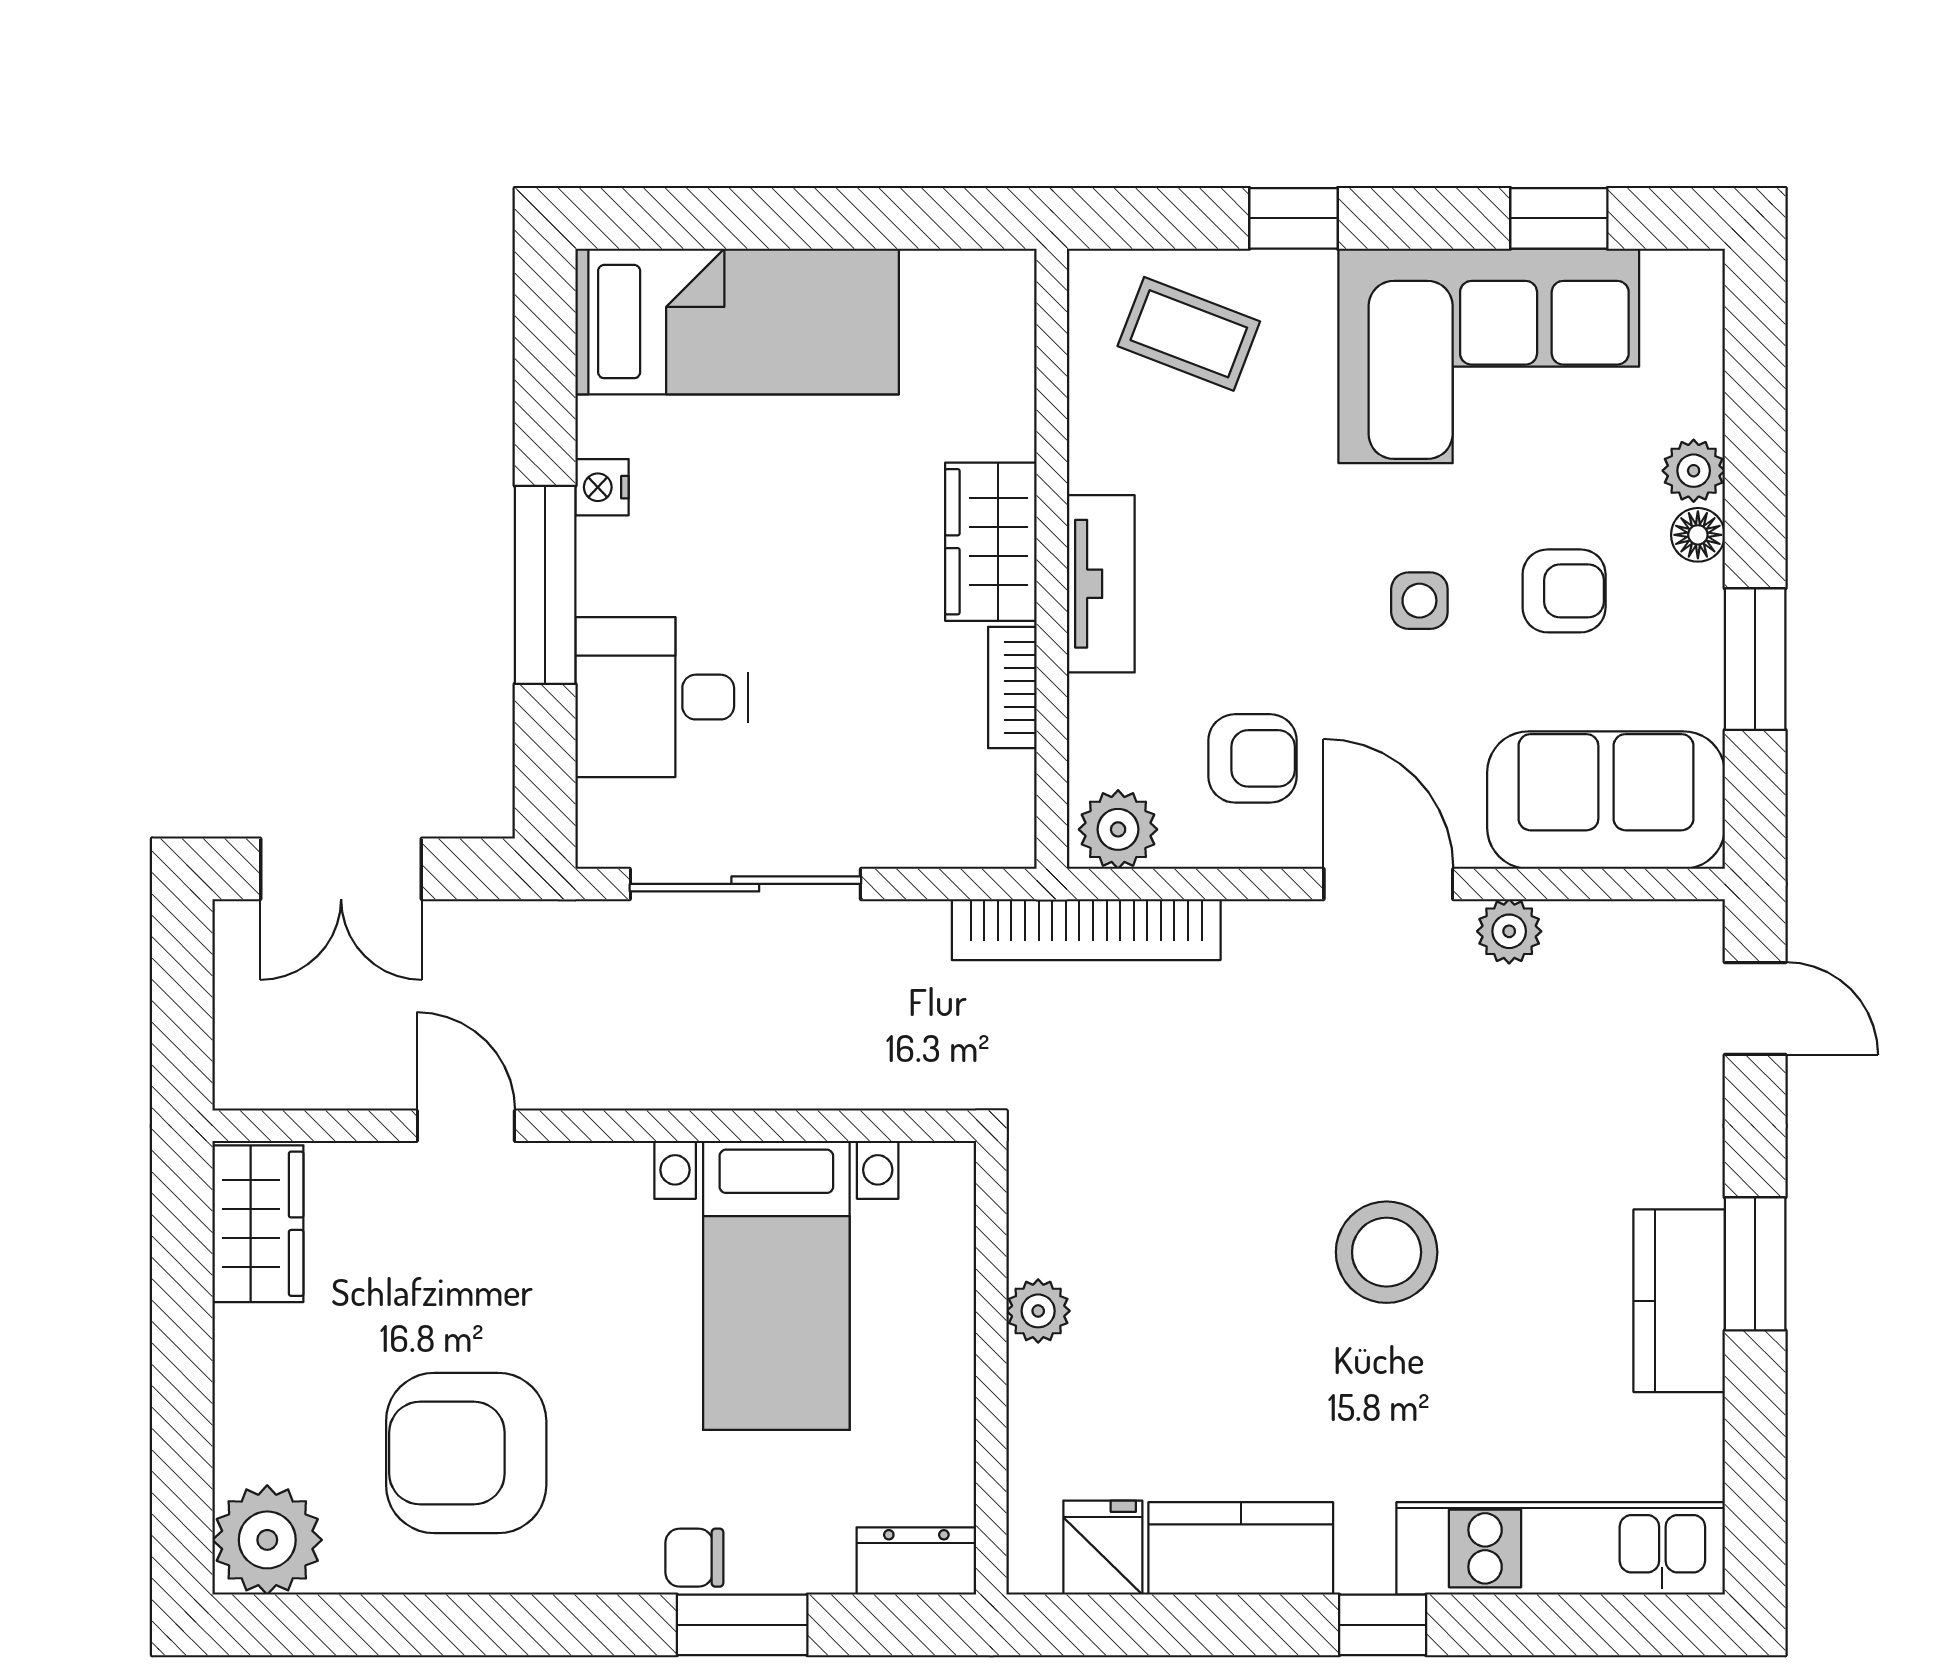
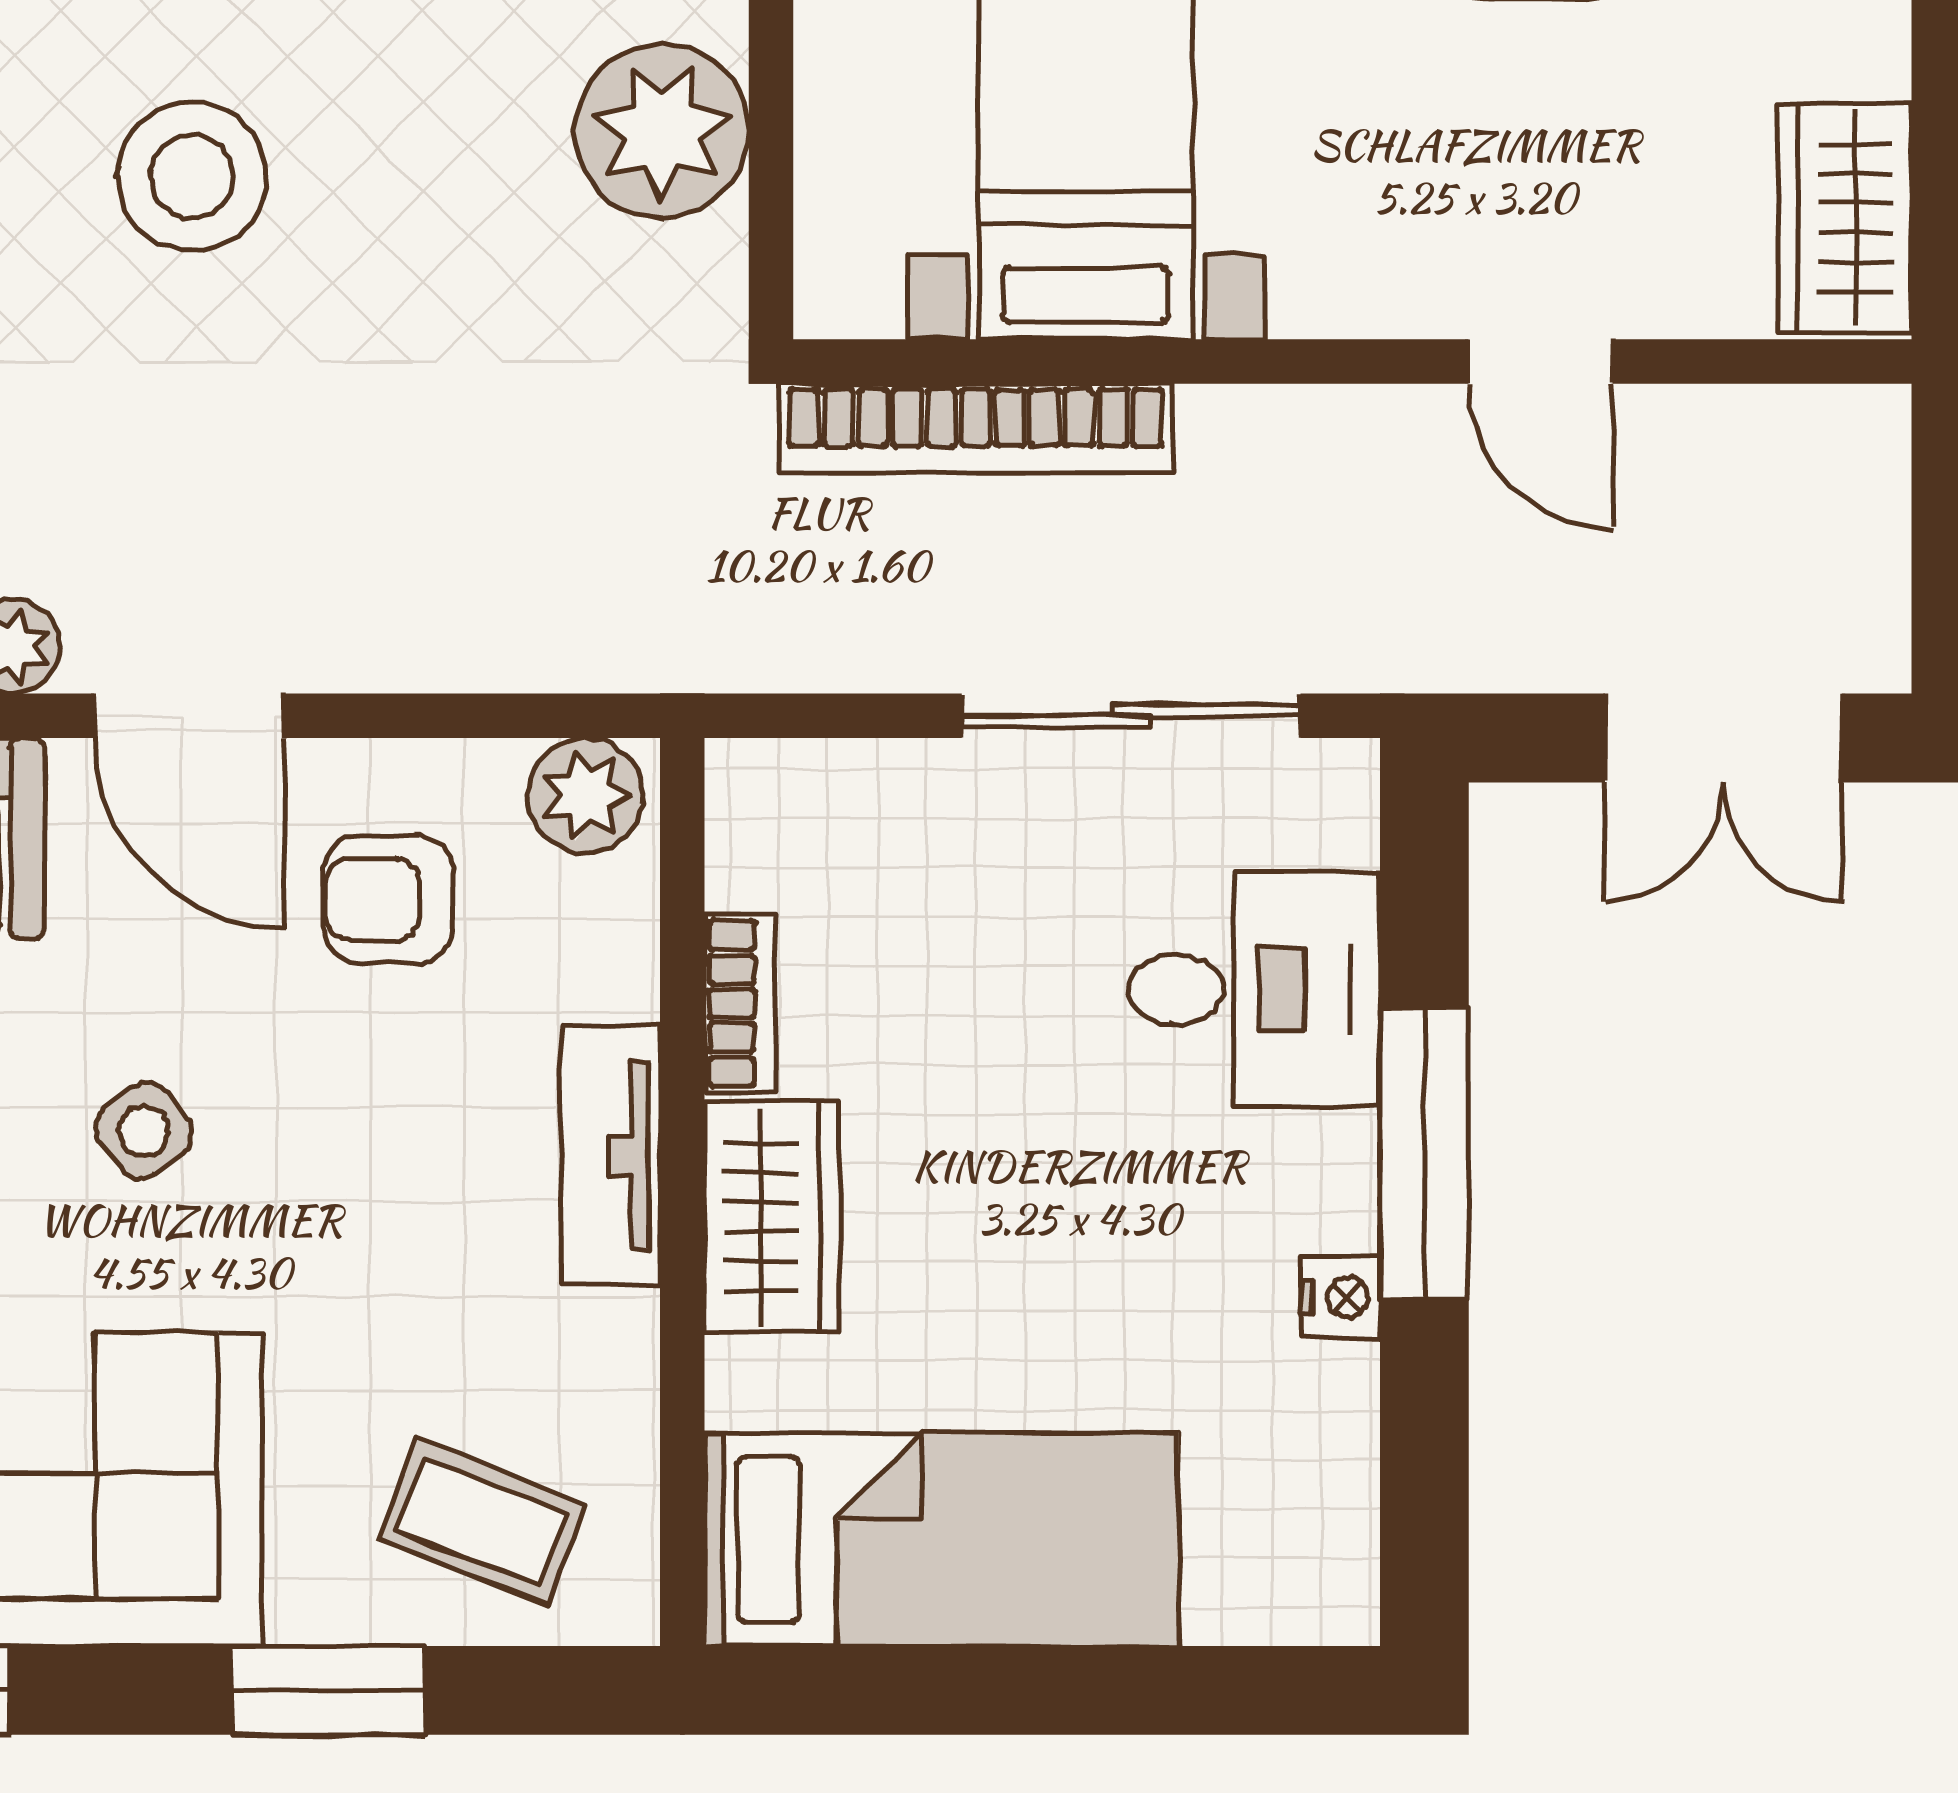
window: (1293, 218) -> (328, 1690), width x1.50
bed: (737, 322) -> (941, 1540), moved, turned 180
side table: (1419, 601) -> (144, 1131), turned -38
double door: (341, 869) -> (1723, 738), swing flipped
bookcase: (1086, 930) -> (976, 428), moved, turned 180
plant: (1038, 1311) -> (662, 131), width x1.87, depth x1.87

